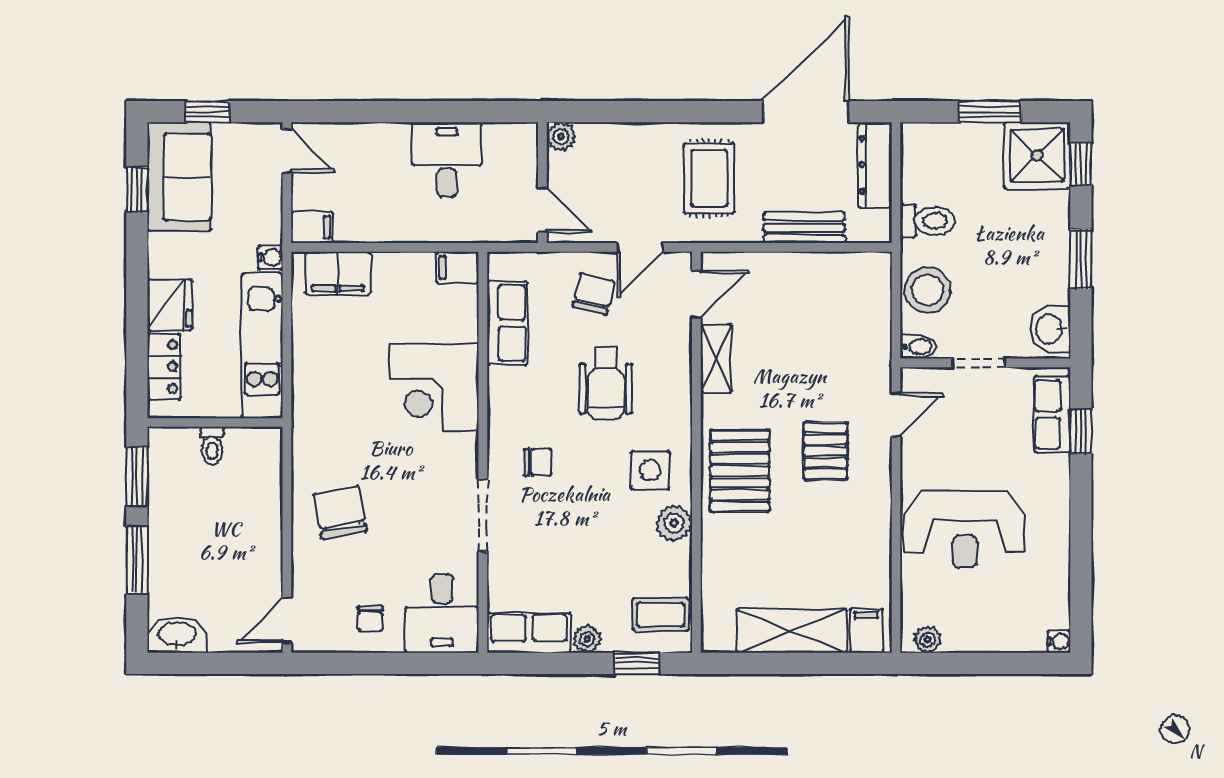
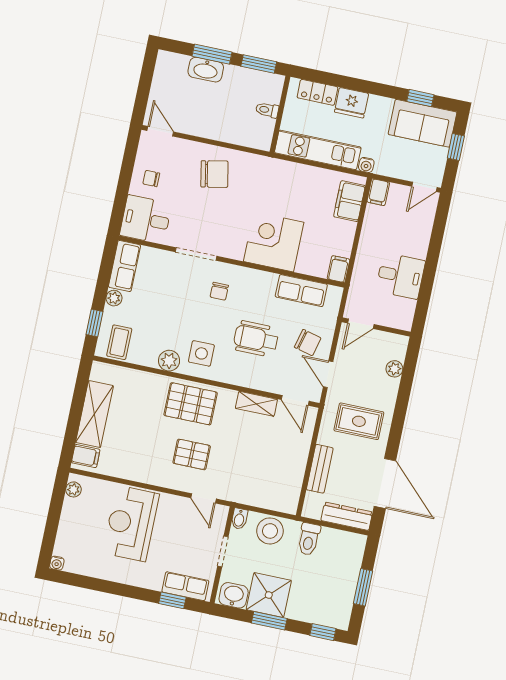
plant: (561, 136) -> (394, 369), moved
shower: (1037, 155) -> (269, 595), moved
washbasin: (177, 635) -> (206, 70), moved, turned 90

